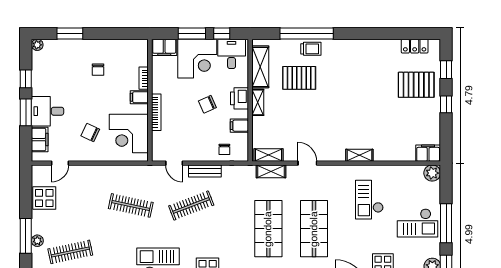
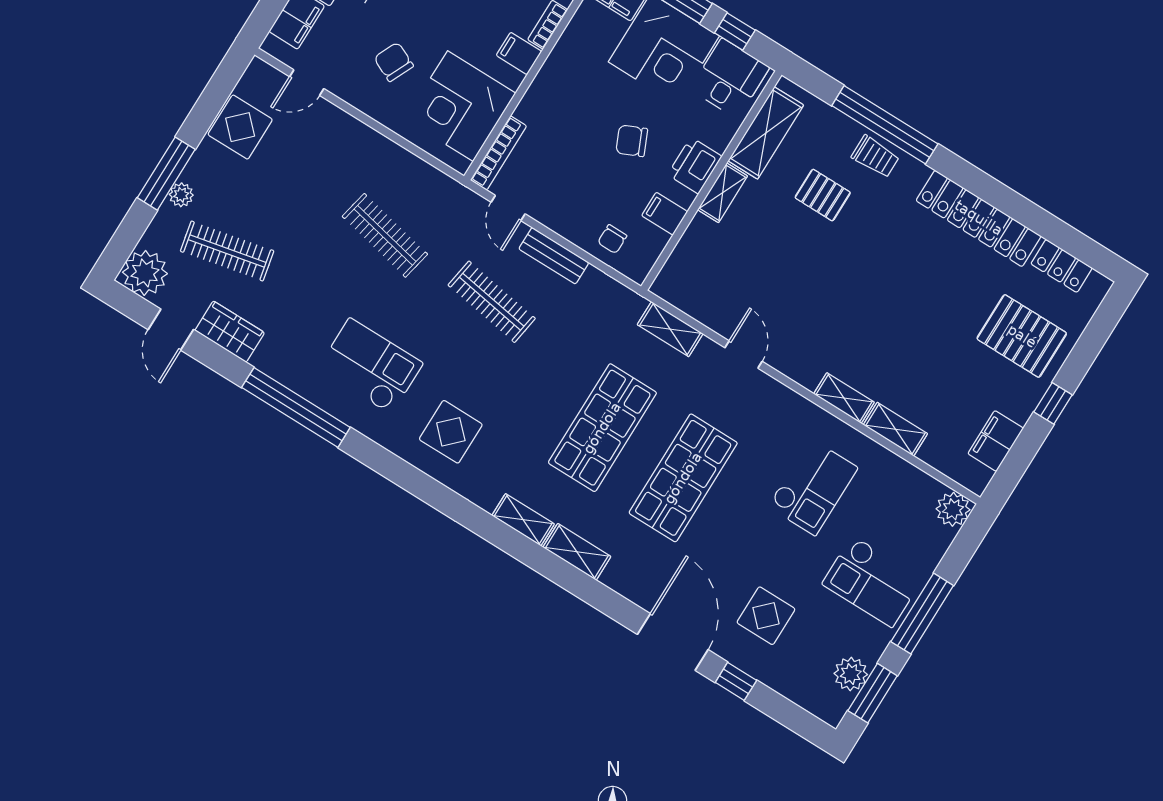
locker: (369, 48) -> (979, 218), added
window: (446, 70) -> (1091, 342), removed
pallet: (299, 78) -> (823, 195), width x0.67, depth x0.71
bookcase: (156, 112) -> (499, 153), moved
filing cabinet: (428, 153) -> (996, 441), moved, turned -90
shelving: (269, 155) -> (895, 429), moved
checkout: (369, 200) -> (813, 487), turned 180
clothes rail: (191, 205) -> (492, 302), turned 30

